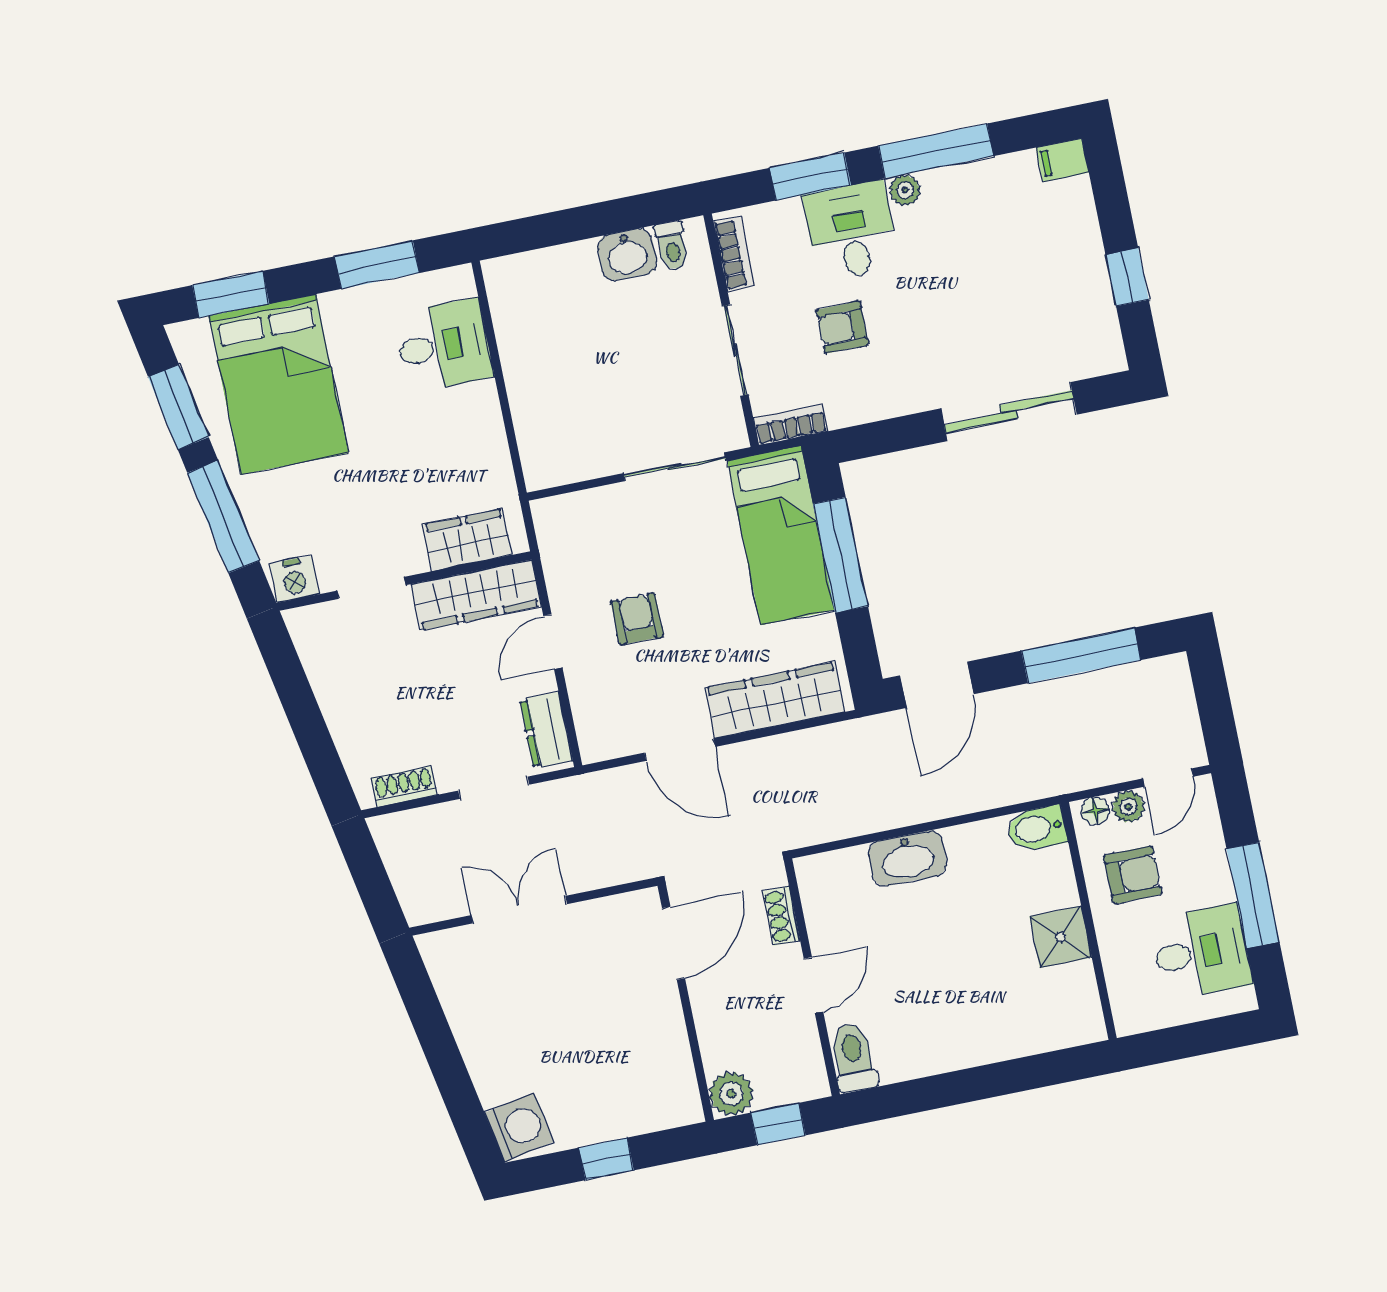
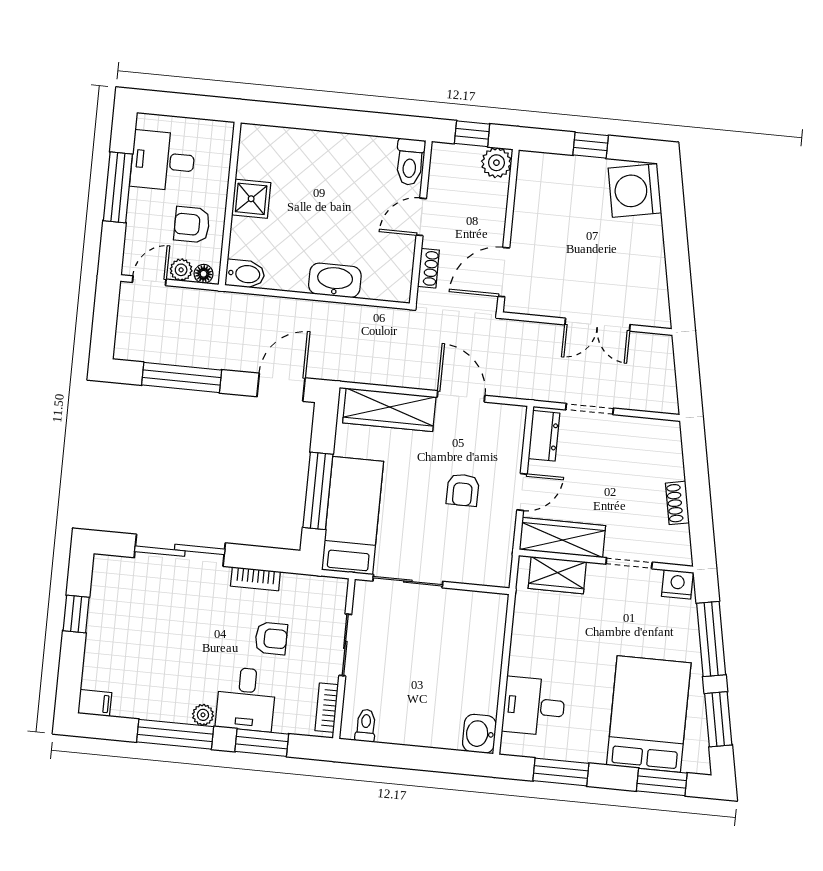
washbasin: (627, 255) -> (479, 734), moved, turned -90
bookcase: (791, 424) -> (255, 579), moved
shoe rack: (404, 786) -> (677, 503), moved, turned 79
washing machine: (519, 1127) -> (635, 190), width x1.37, depth x1.37

